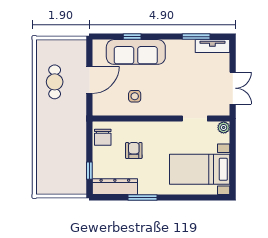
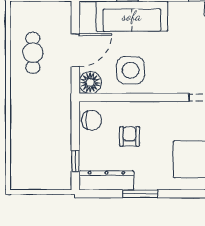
side table: (135, 96) -> (131, 70), width x1.87, depth x1.87
floor lamp: (102, 106) -> (90, 83), added
chair: (103, 137) -> (92, 120), turned -90

